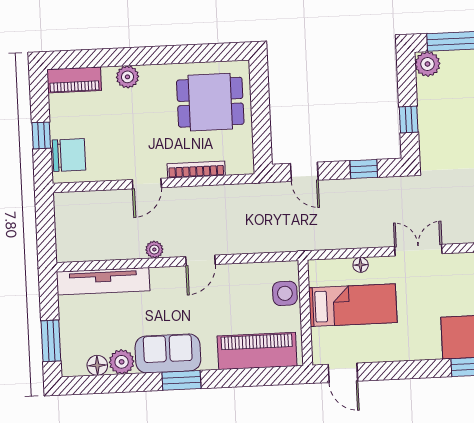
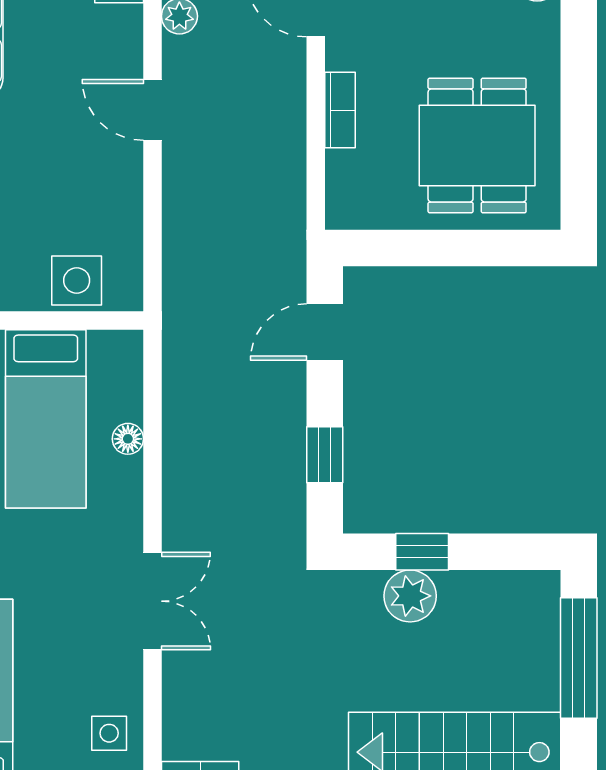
plant: (428, 64) -> (410, 596), moved
bookcase: (196, 170) -> (340, 110), width x0.64
double door: (418, 250) -> (152, 601), moved

